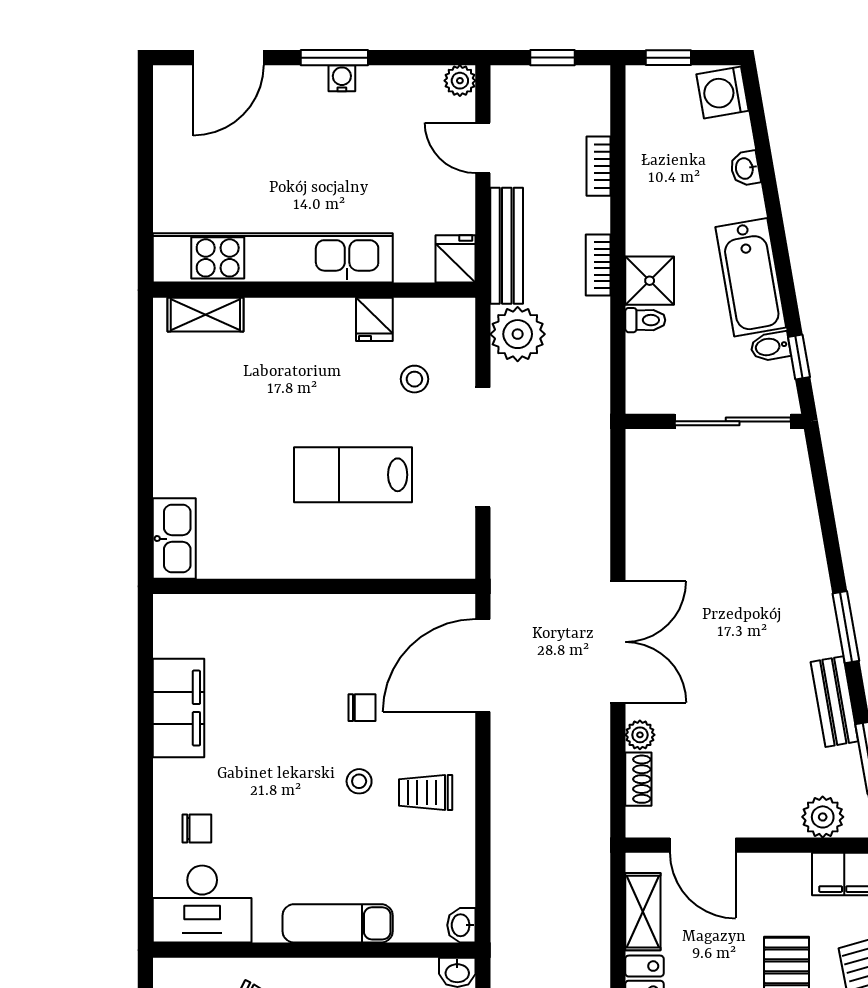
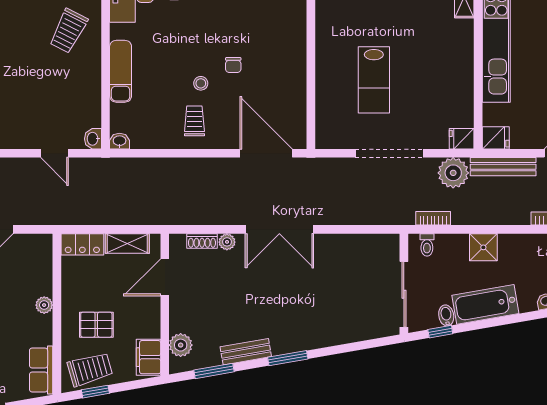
bookcase: (598, 265) -> (433, 218), moved
fridge: (374, 319) -> (462, 139), moved
toilet: (645, 320) -> (427, 245), moved
stool: (414, 379) -> (428, 115), removed
lab bench: (353, 475) -> (374, 80), turned 180
chair: (362, 708) -> (233, 65), moved

